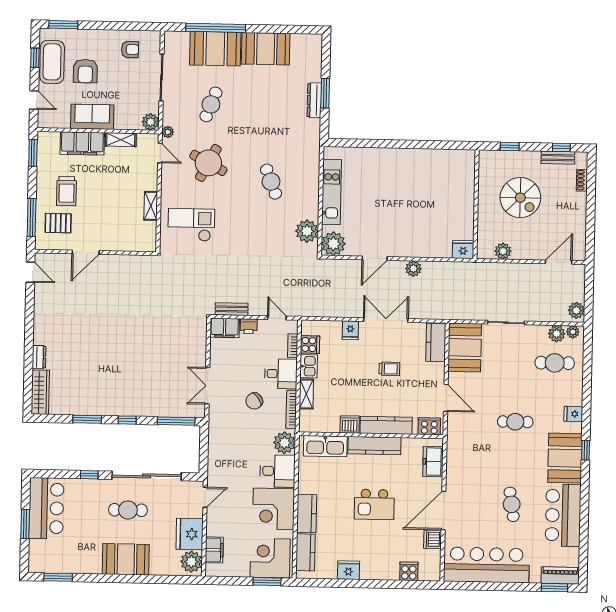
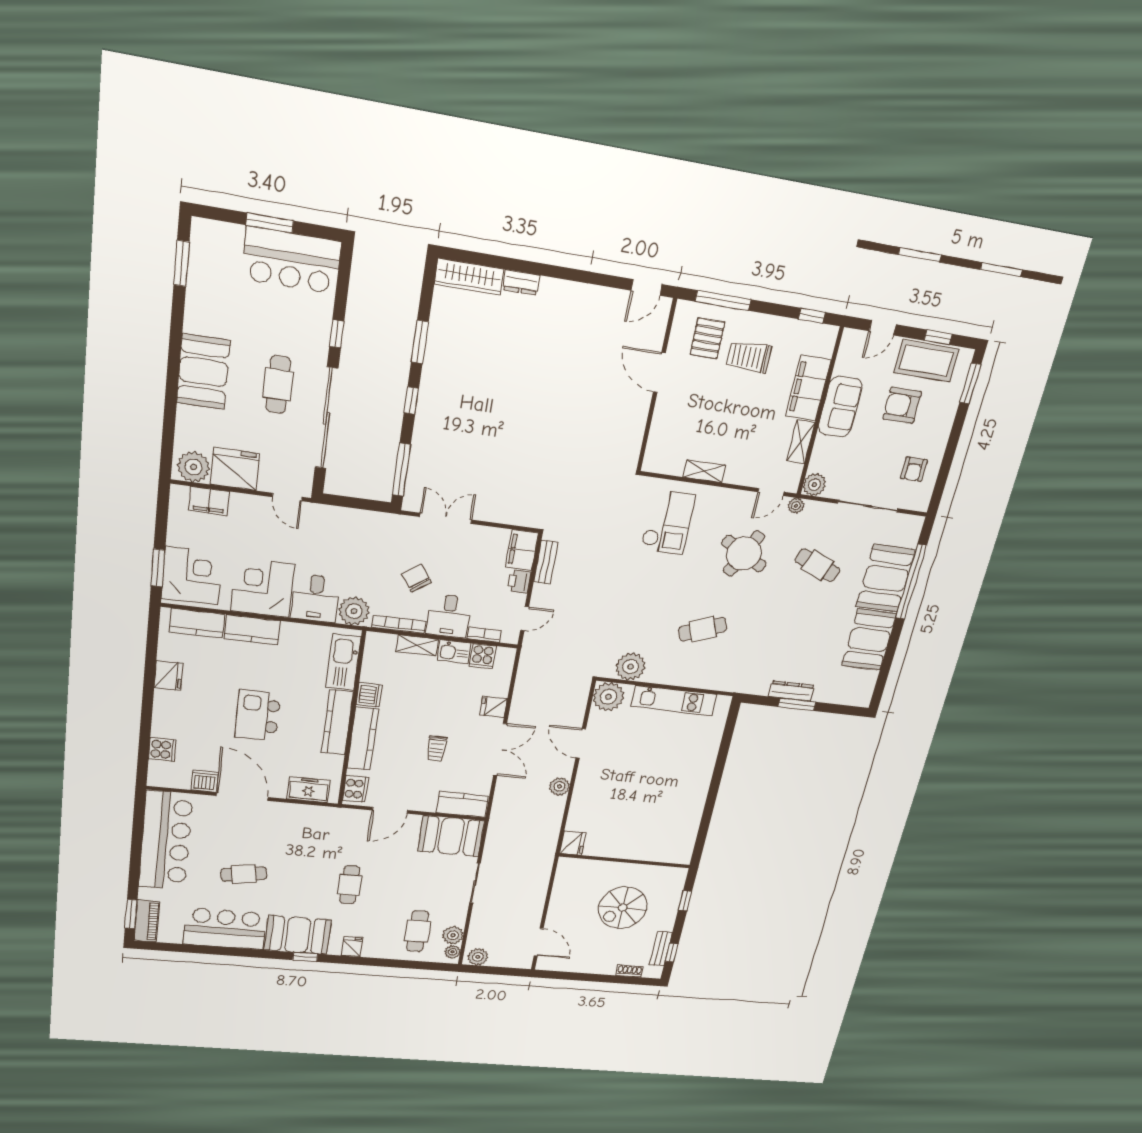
window: (33, 153) -> (812, 316), width x0.67
plant: (503, 251) -> (563, 885), removed

